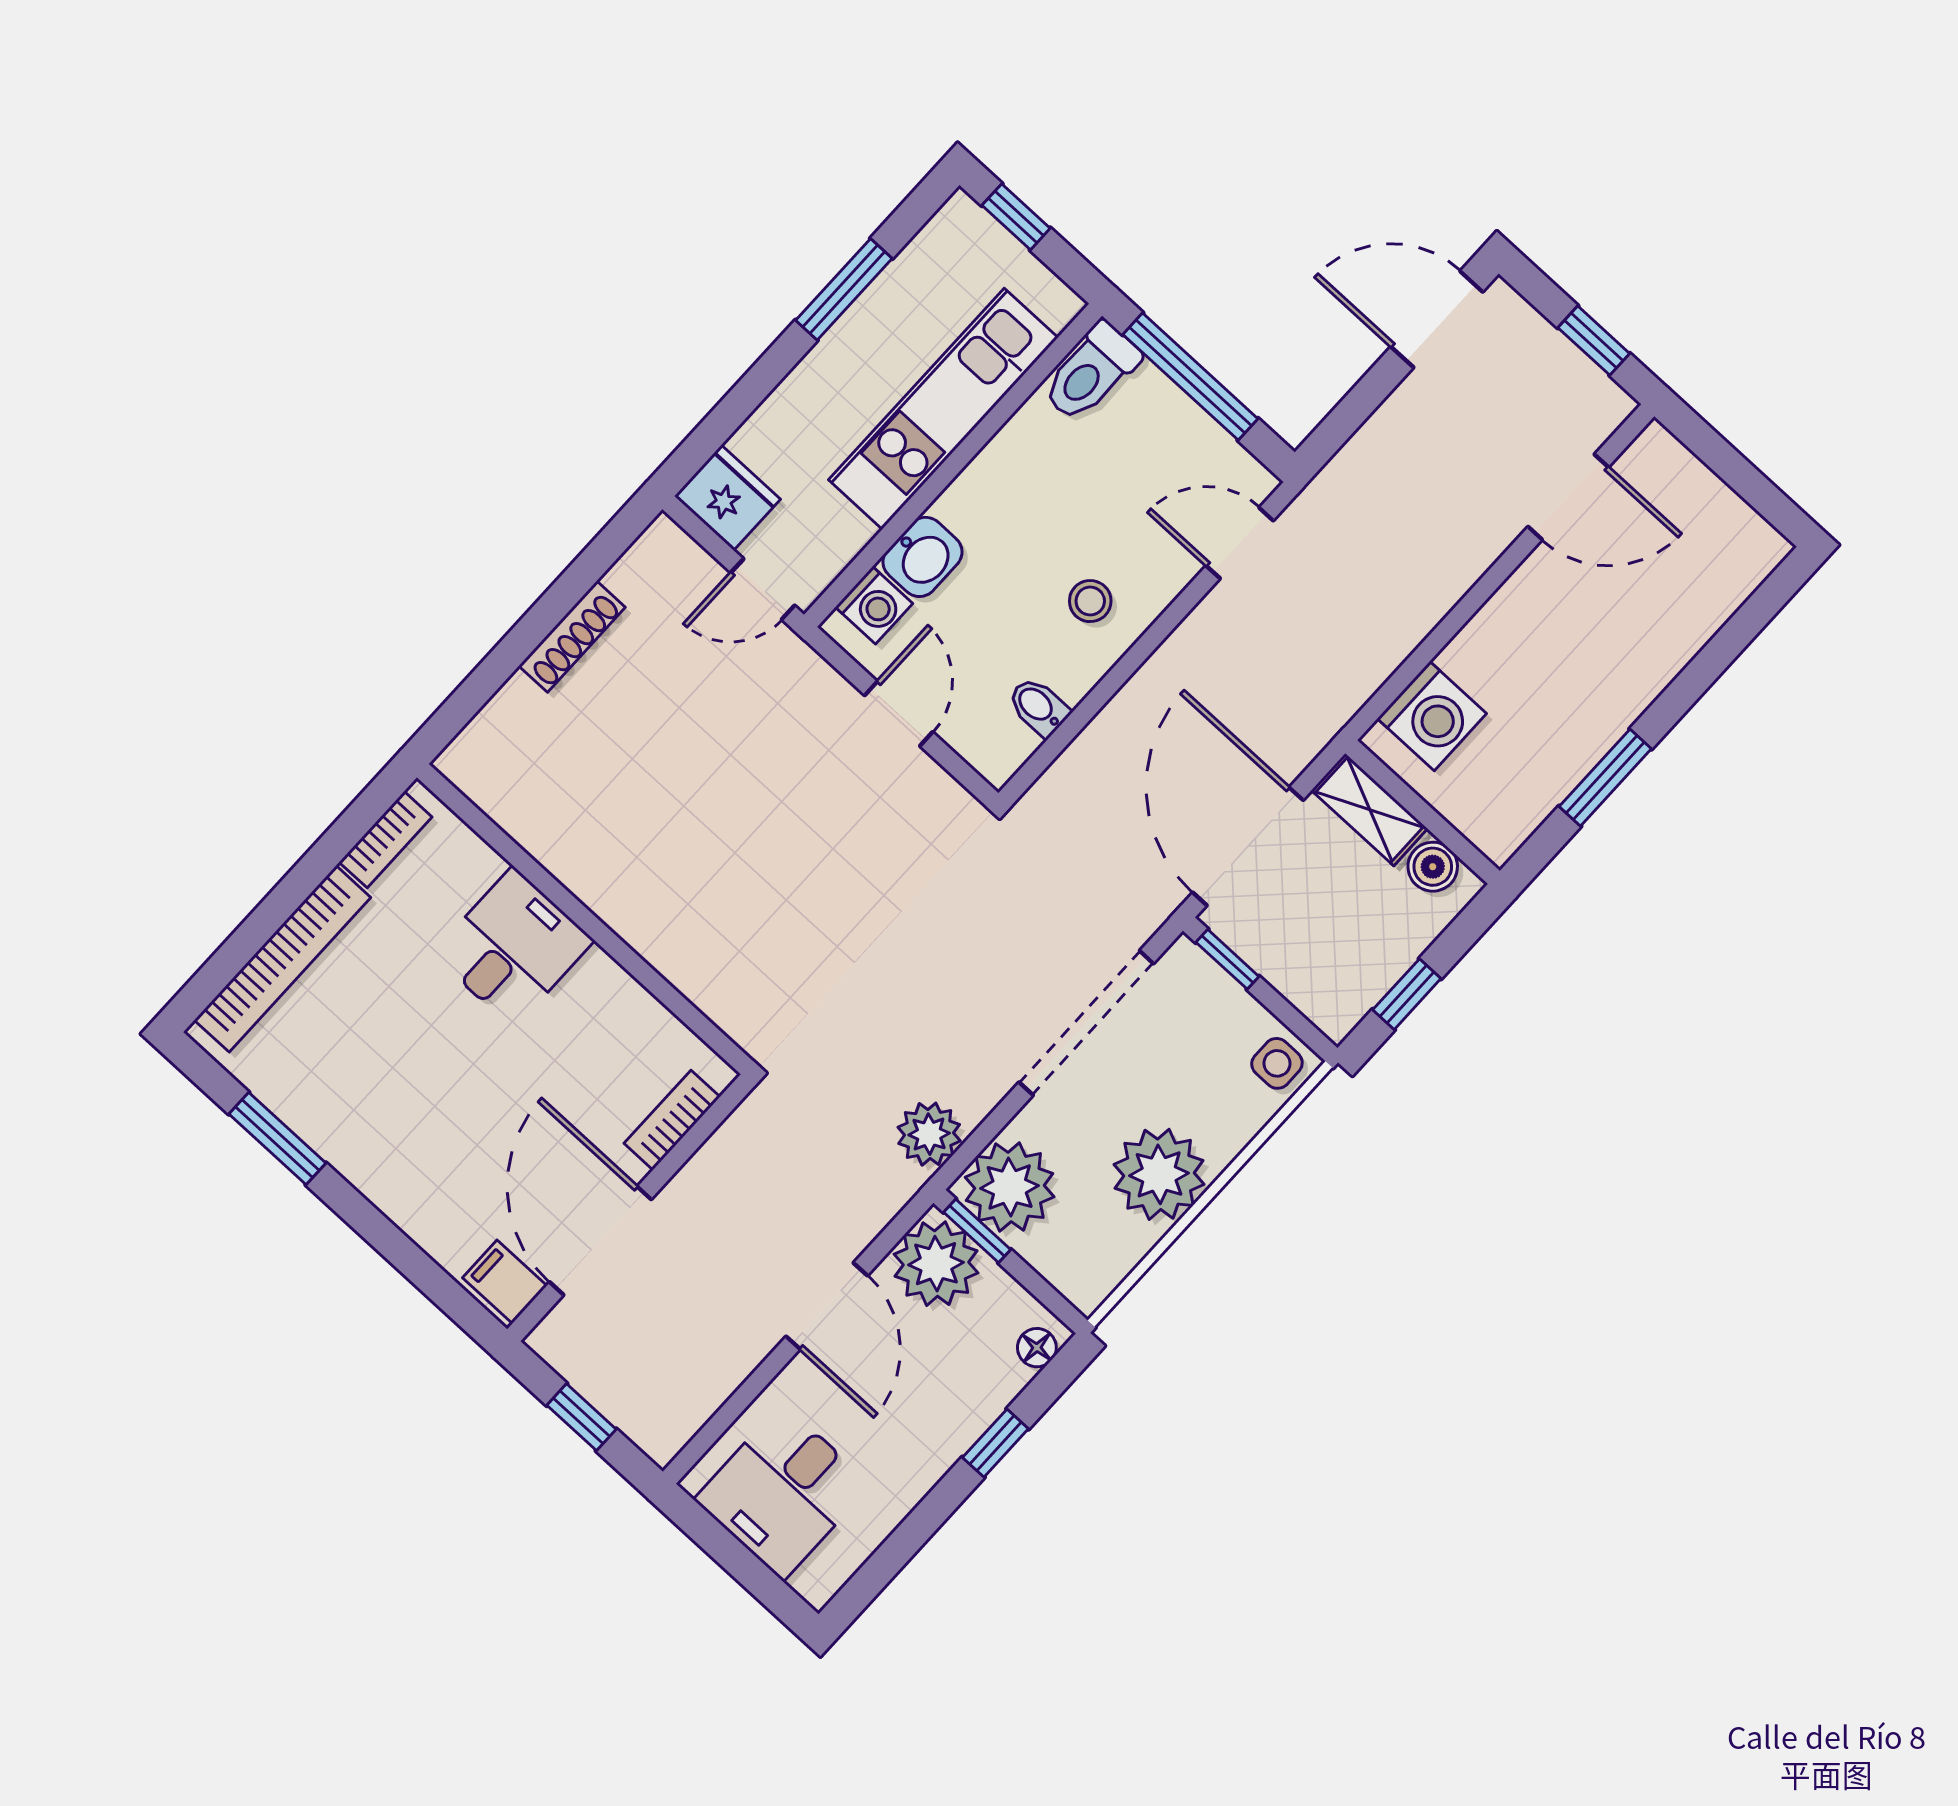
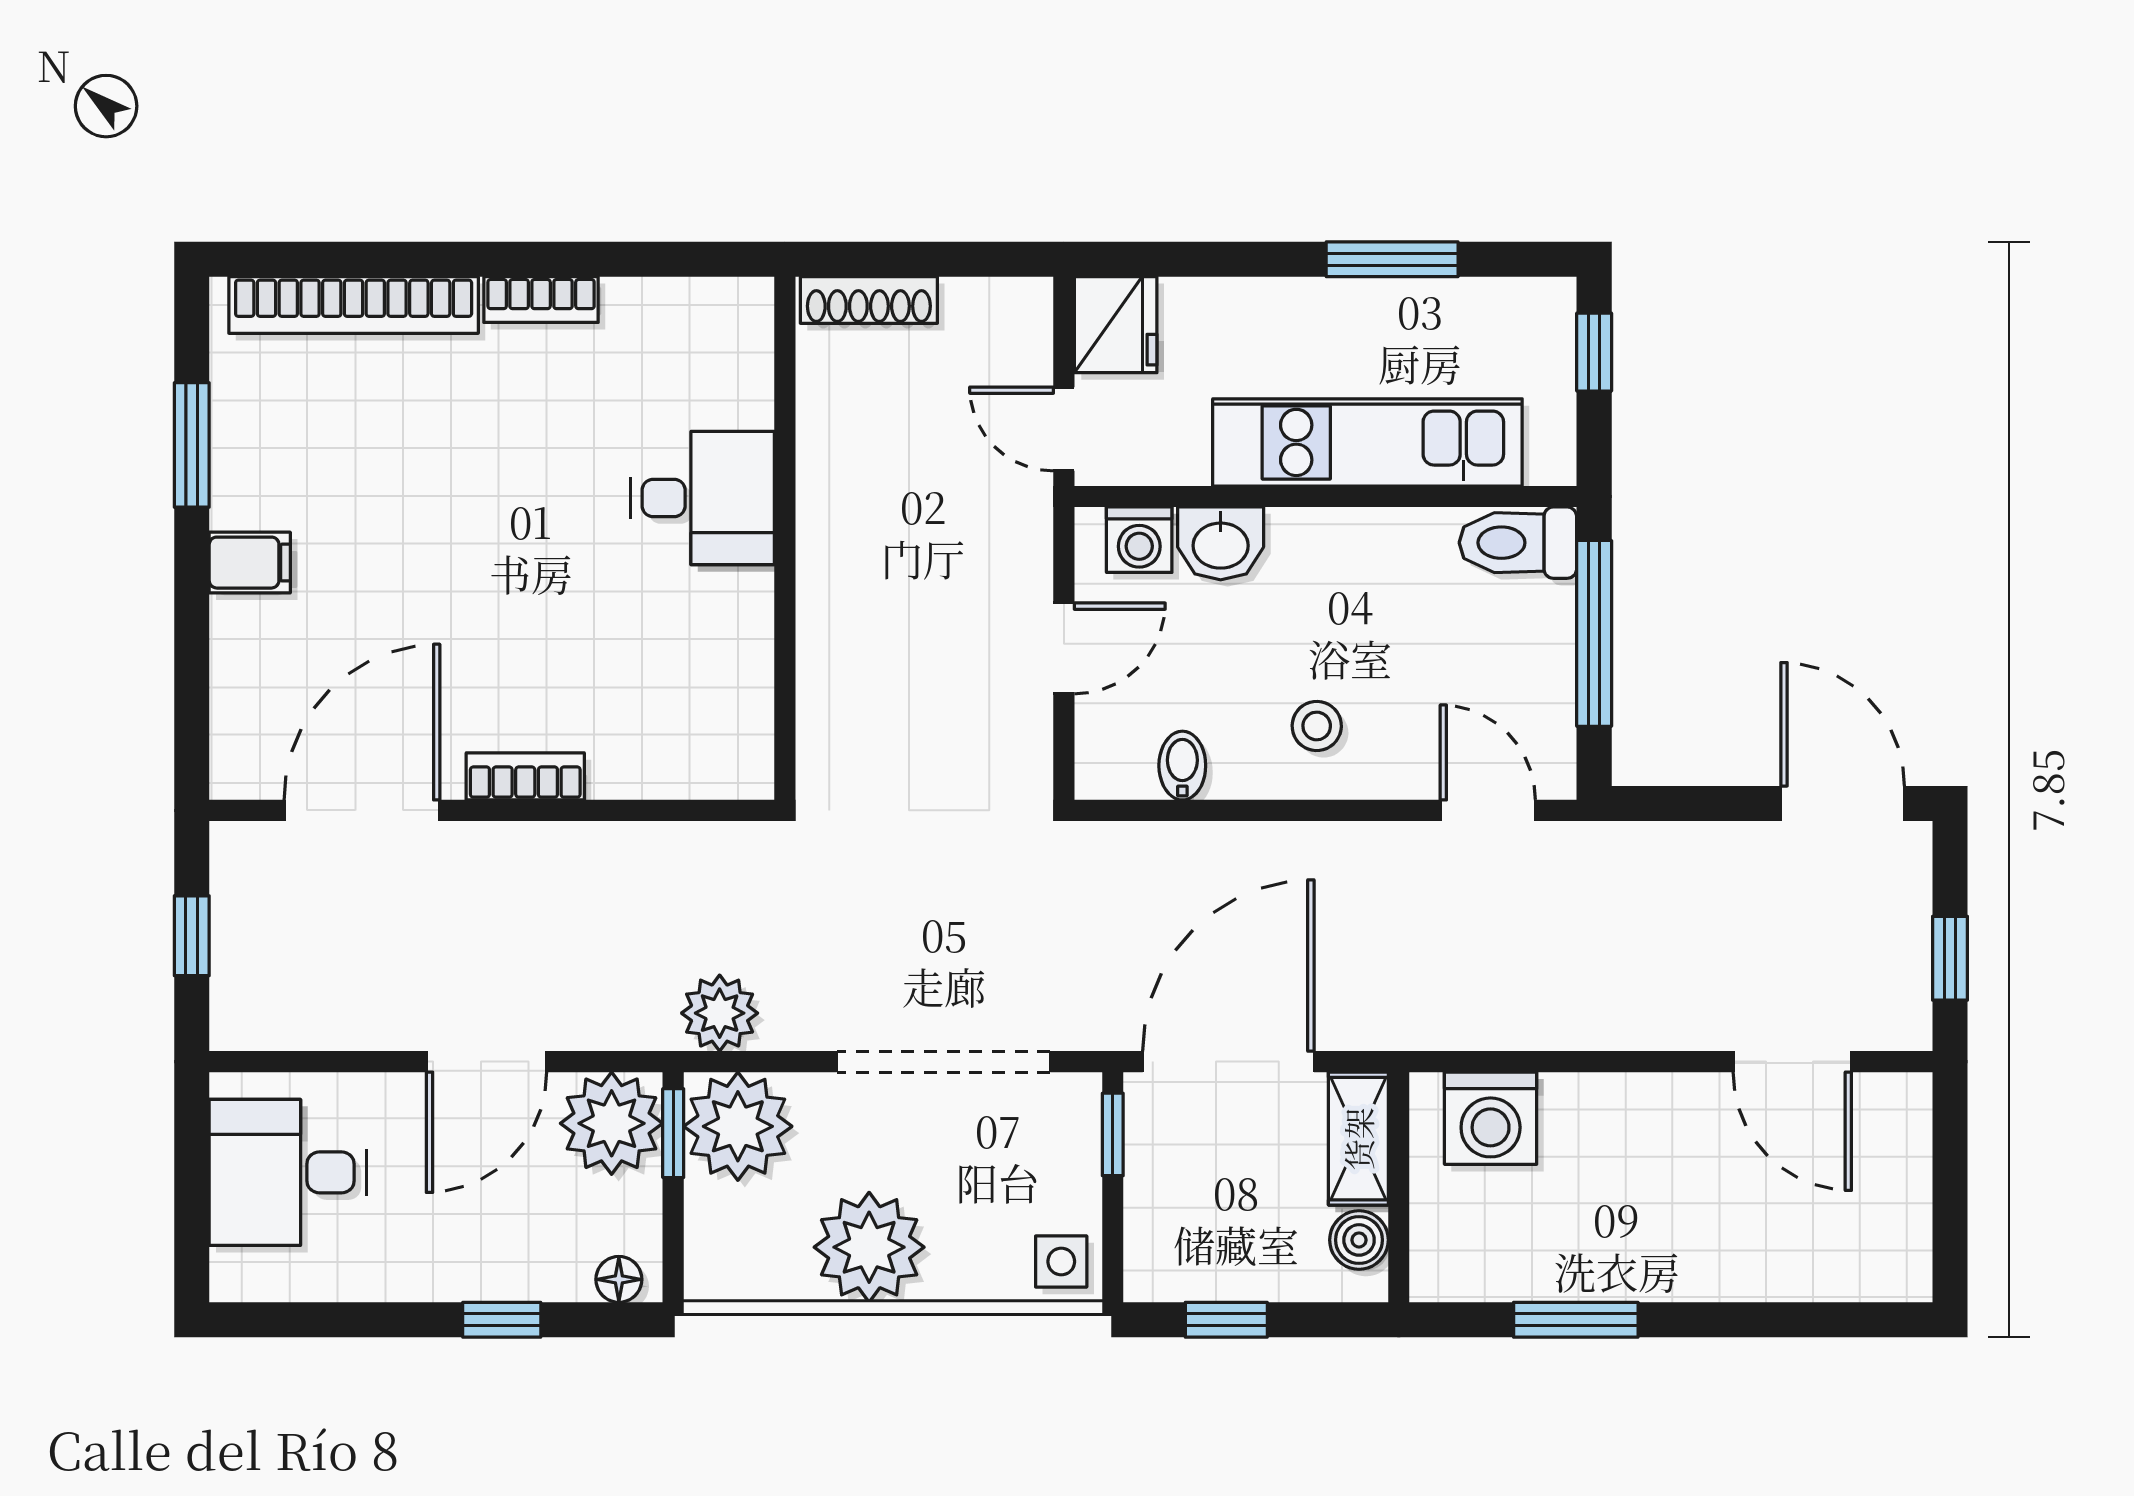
wall: (585, 919) -> (785, 538), moved
desk: (513, 947) -> (702, 498), moved
filing cabinet: (505, 1282) -> (250, 563), moved, turned 90

